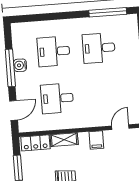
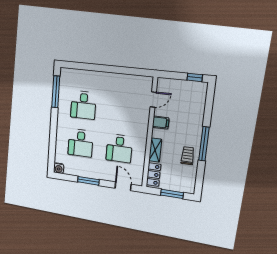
water cooler: (20, 65) -> (59, 168), moved
window: (10, 68) -> (88, 181), width x0.69
door: (120, 127) -> (153, 99), swing flipped

